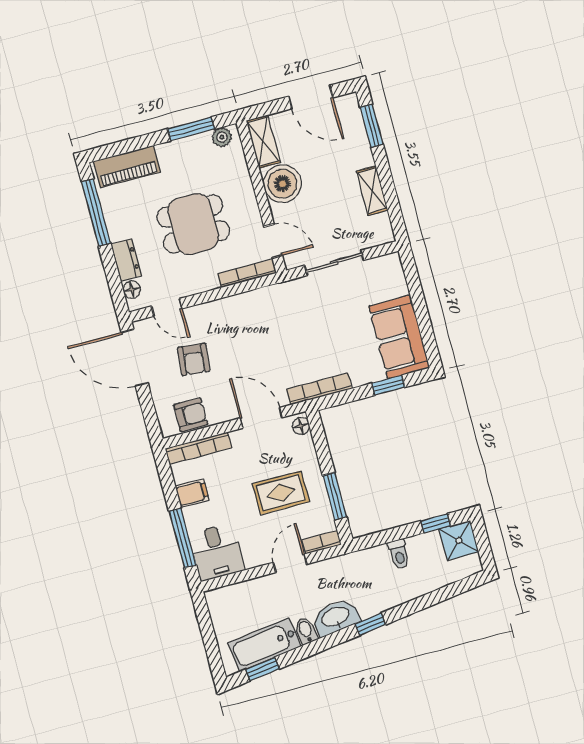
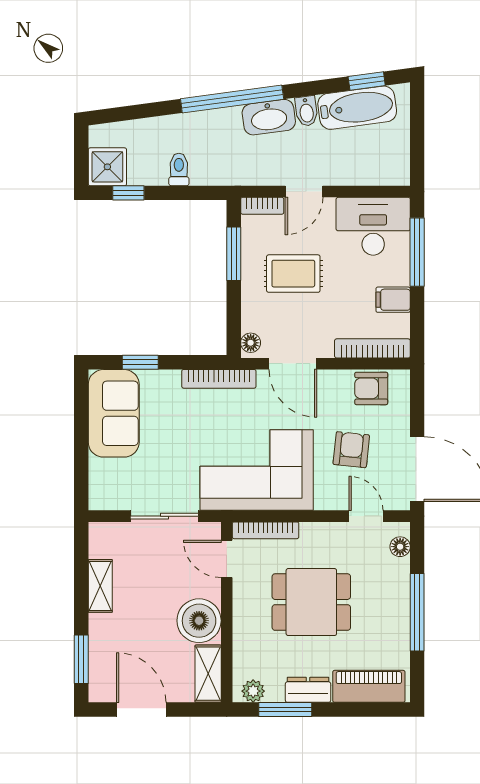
window: (96, 212) -> (417, 612), moved
dresser: (126, 260) -> (308, 690), moved, turned 90
corner sofa: (268, 321) -> (257, 470), added
desk: (217, 552) -> (373, 226), width x1.37
window: (370, 624) -> (232, 99), width x3.17

